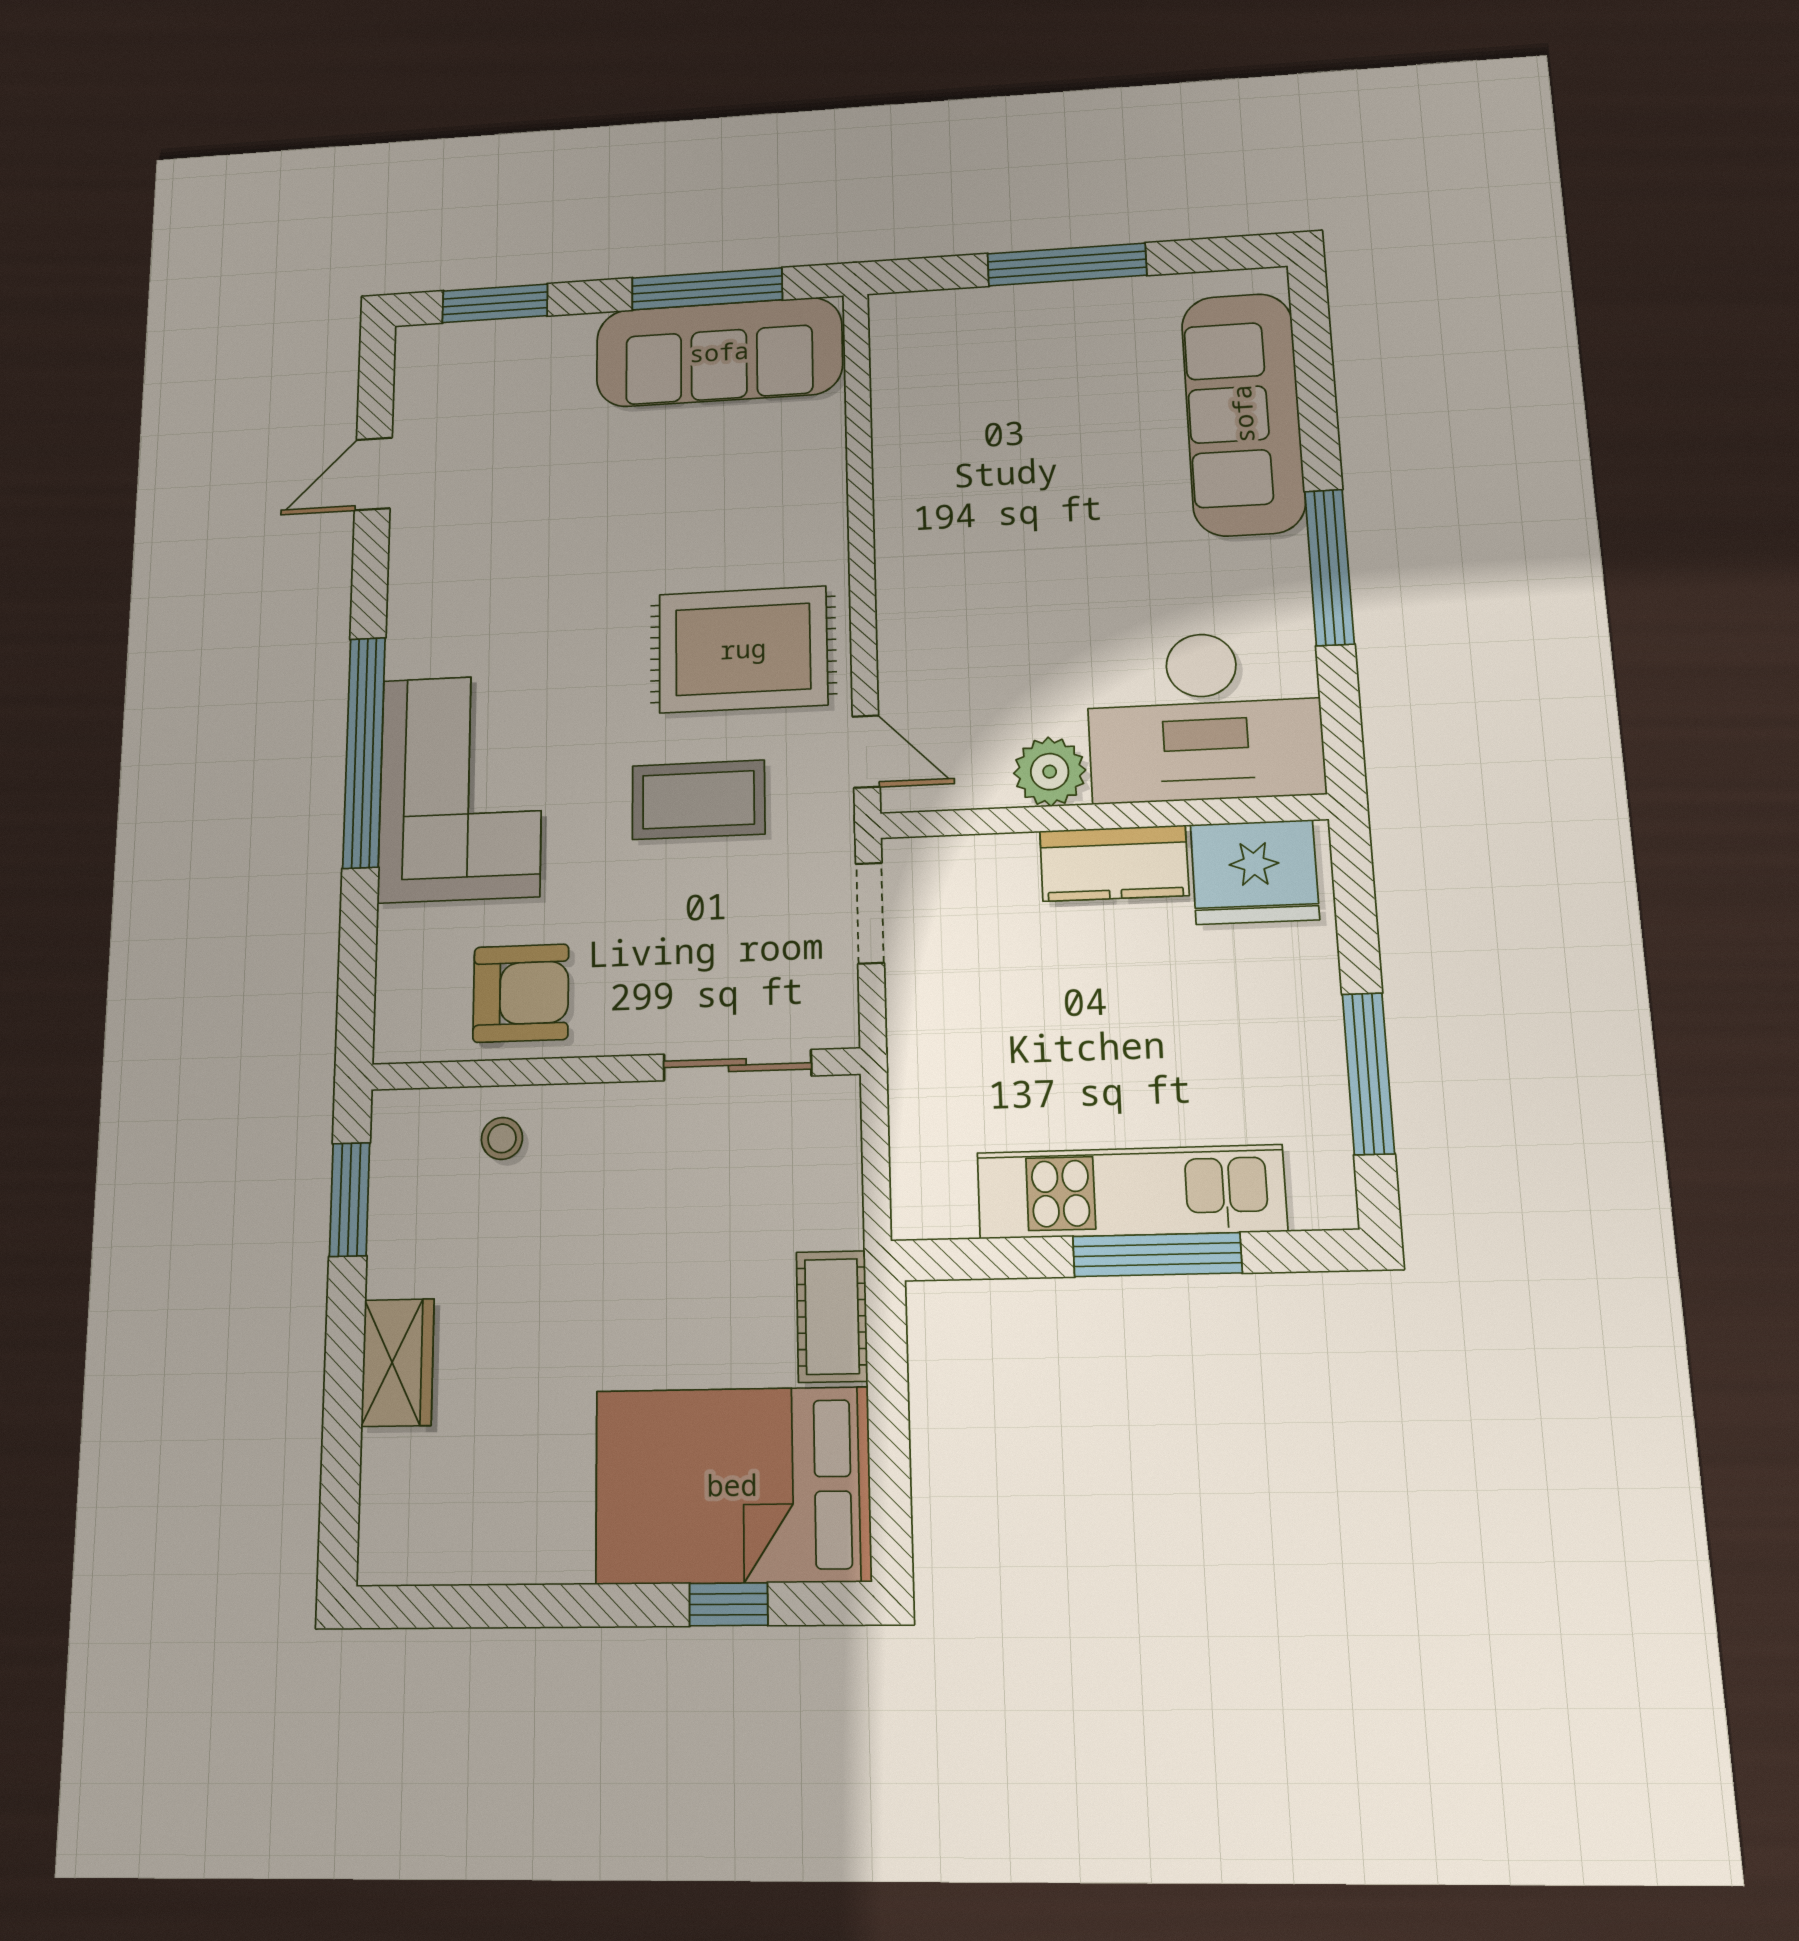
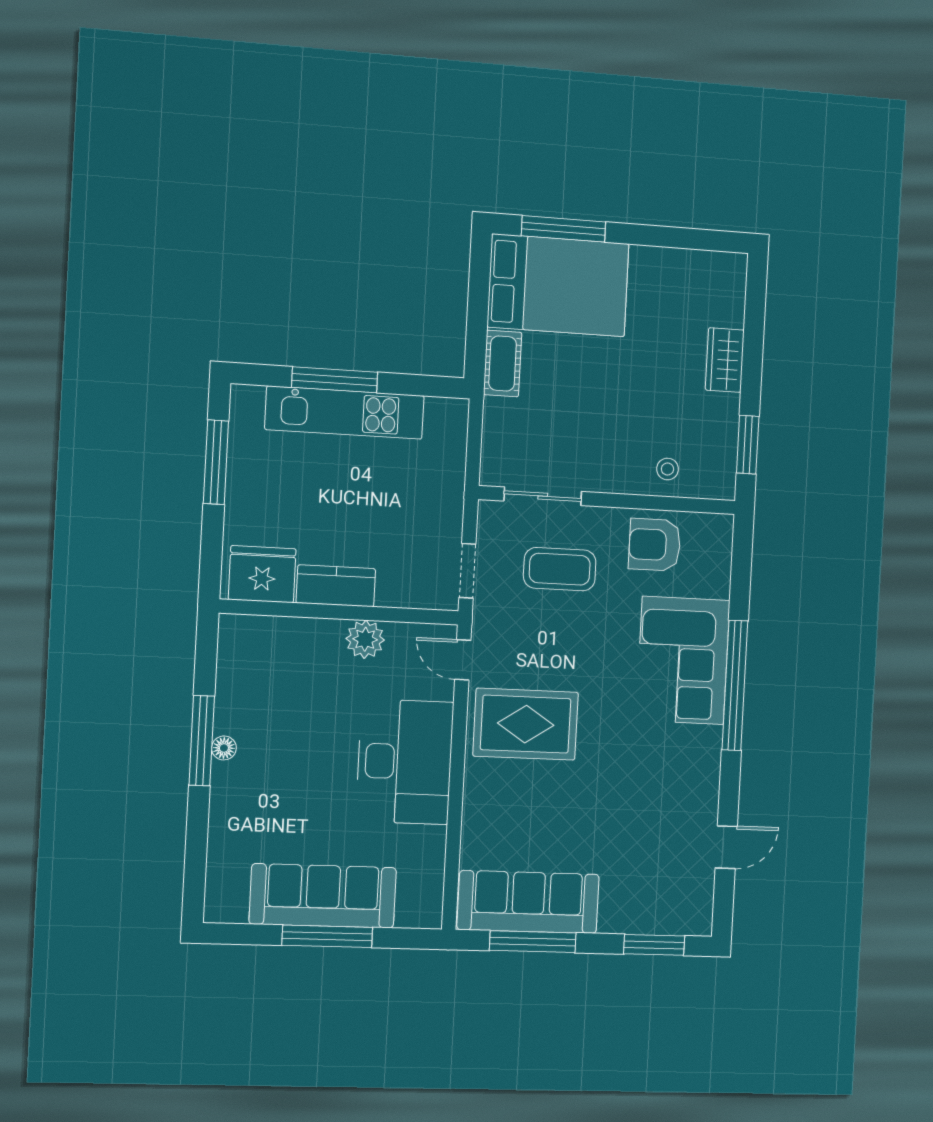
sofa: (1243, 414) -> (323, 896), moved, turned -90
floor lamp: (1287, 558) -> (224, 748), added
desk: (1204, 716) -> (405, 762), moved, turned 90
coffee table: (698, 800) -> (560, 569), moved
window: (729, 1604) -> (564, 229), width x2.17

